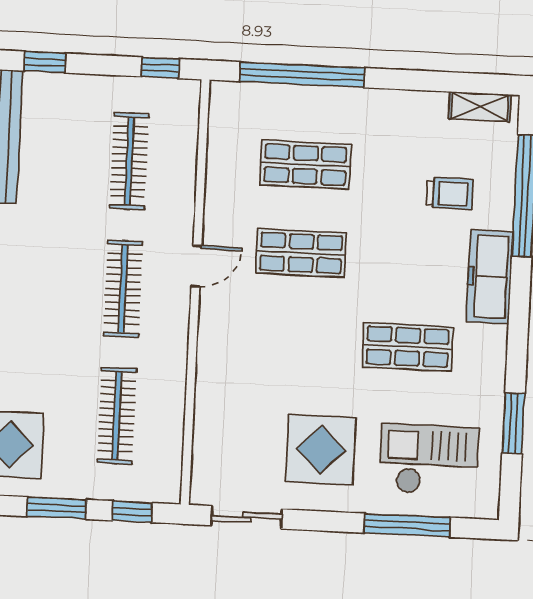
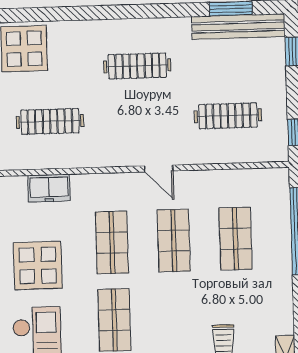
clothes rail: (123, 289) -> (137, 66), moved
shop shelf: (297, 341) -> (112, 242), added
freezer: (212, 425) -> (49, 188), added

